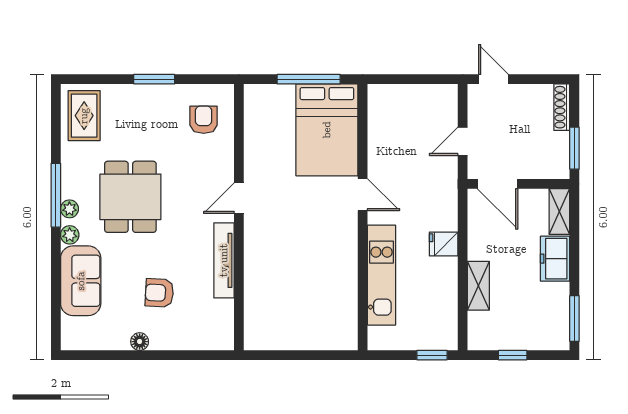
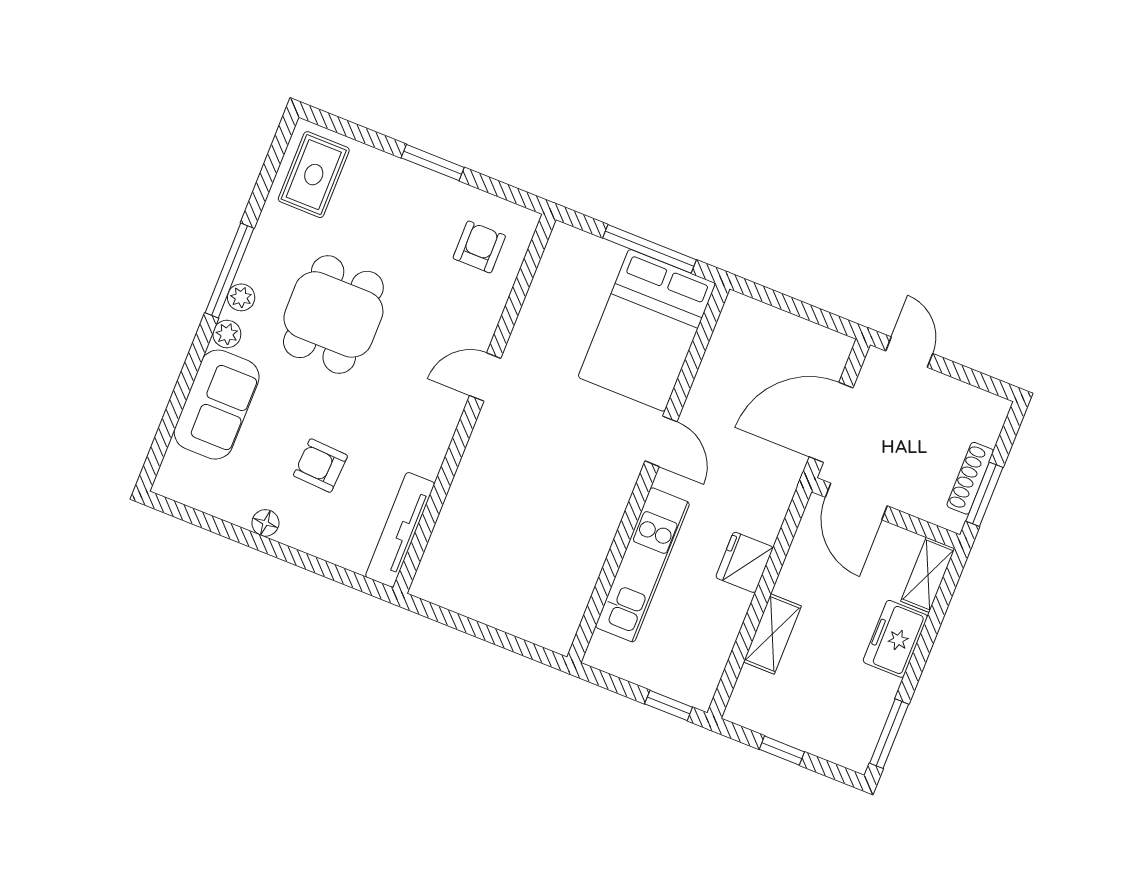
shoe rack: (562, 107) -> (970, 478), moved
door: (463, 141) -> (831, 422), width x1.87
fridge: (444, 244) -> (744, 562), width x1.38
tv unit: (224, 260) -> (400, 530), moved

